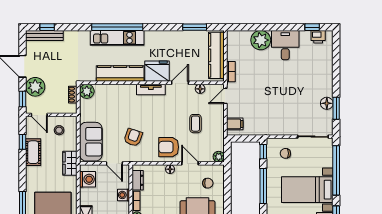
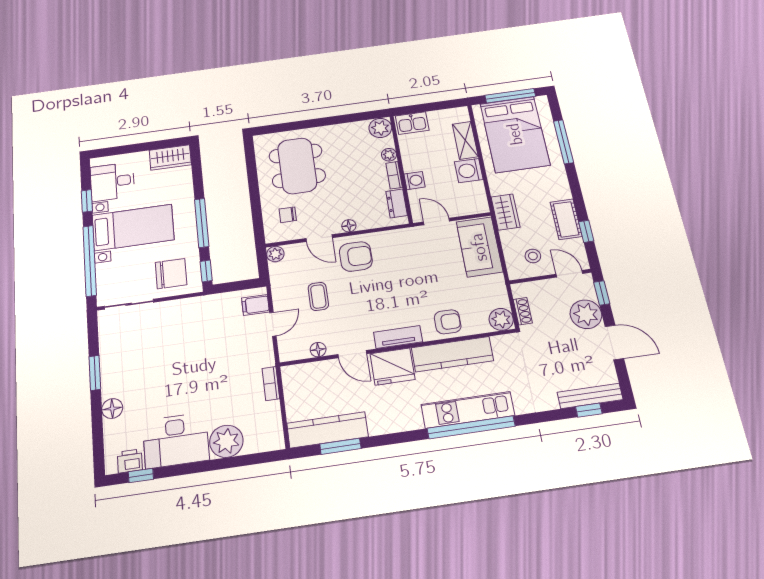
desk: (285, 45) -> (176, 440), width x1.37
kitchen counter: (216, 55) -> (327, 430), moved, turned -90
door: (180, 83) -> (352, 354), hinge flipped
door: (225, 96) -> (273, 324), moved
floor lamp: (327, 103) -> (112, 409), moved
window: (336, 108) -> (95, 373), moved
armchair: (133, 137) -> (448, 322), moved, turned -109
chair: (285, 153) -> (171, 274), width x1.87, depth x1.87
washing machine: (88, 179) -> (469, 171), moved

